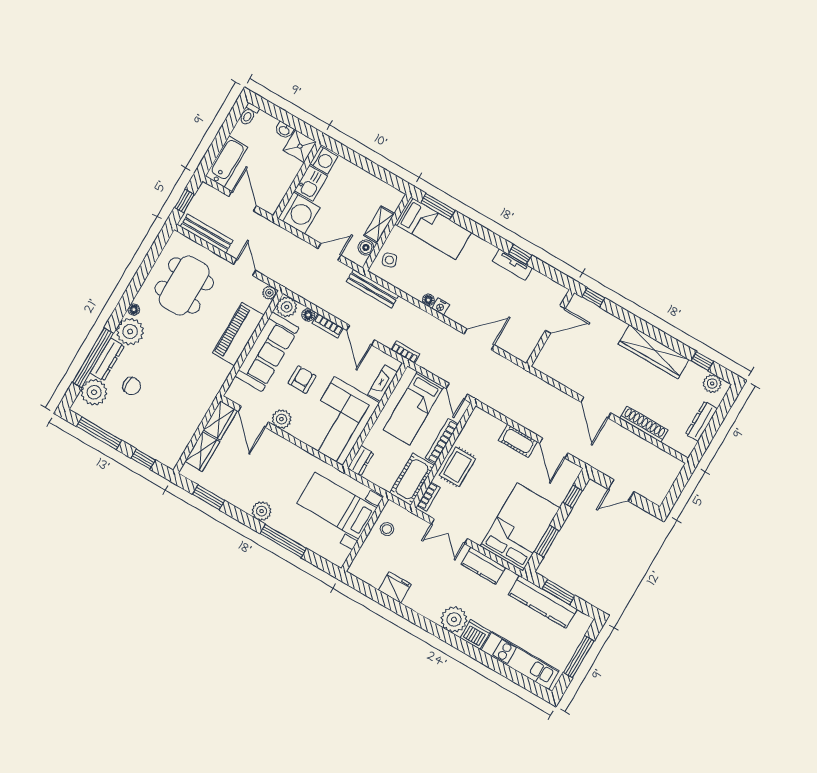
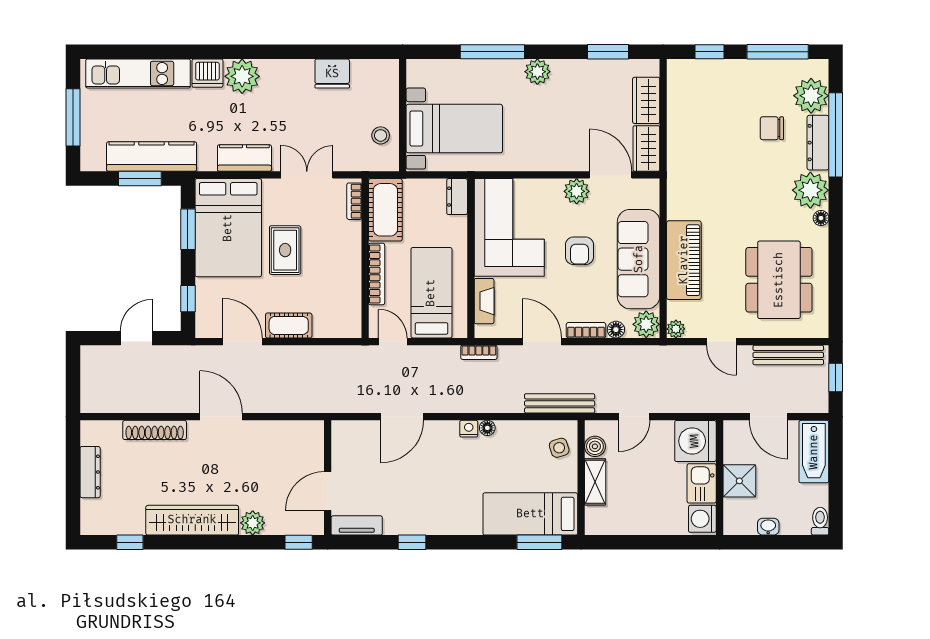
shower: (300, 146) -> (739, 481), moved
tv unit: (512, 265) -> (357, 525), moved
plant: (712, 384) -> (253, 523), moved
rug: (457, 467) -> (285, 250), moved

